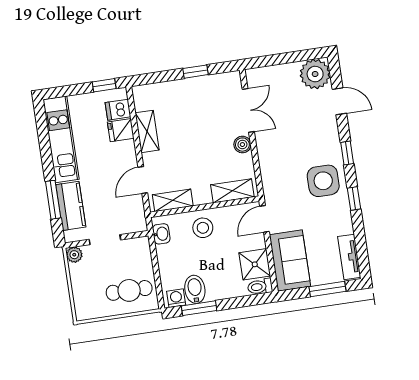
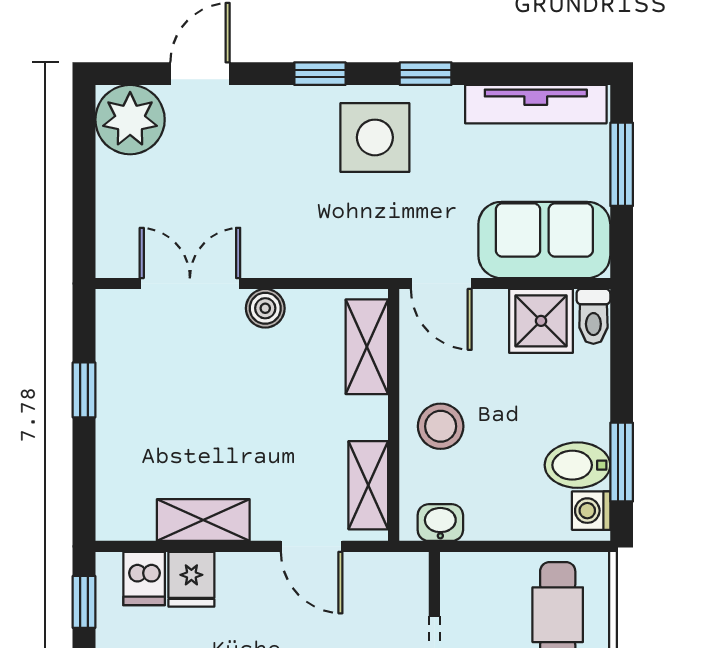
tv unit: (349, 257) -> (536, 104), width x1.41

